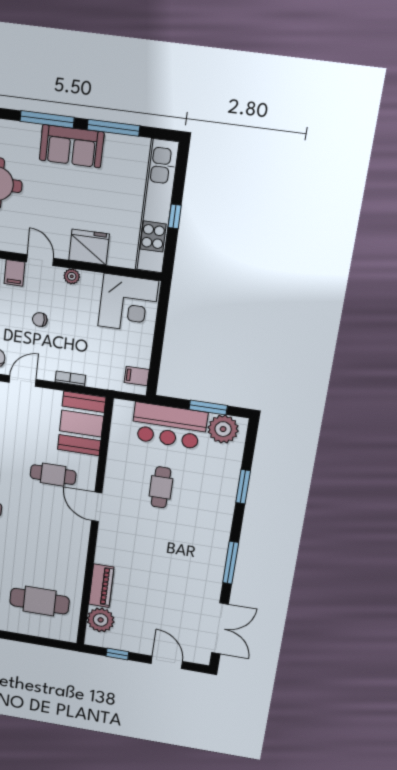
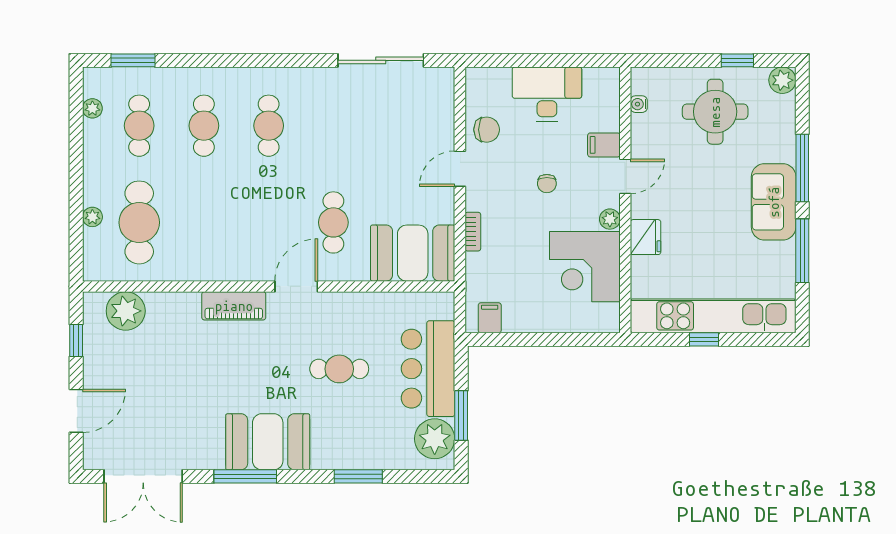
fridge: (89, 247) -> (646, 237), width x0.73, depth x0.75
corner desk: (128, 303) -> (585, 267), moved
chair: (40, 320) -> (547, 184), turned 180
door: (23, 381) -> (460, 169), swing flipped
booth: (208, 544) -> (268, 442), added
piano: (101, 586) -> (234, 306), moved
plant: (33, 630) -> (92, 217), added

